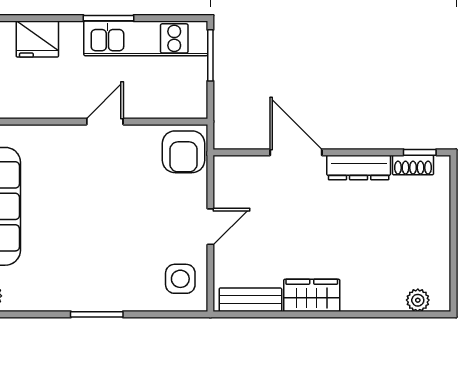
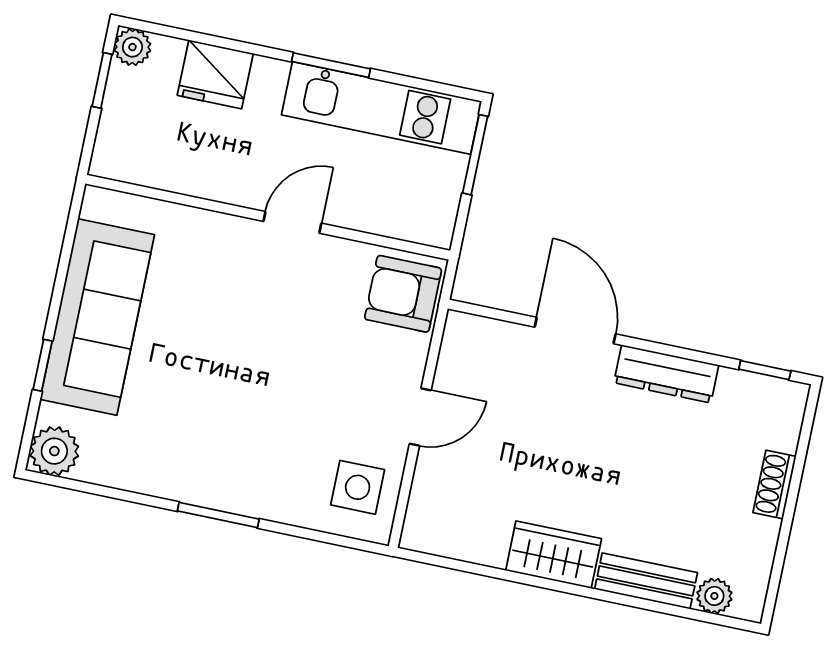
armchair: (183, 152) -> (403, 294), turned 90
shoe rack: (413, 165) -> (774, 485), moved, turned 90
bench: (250, 300) -> (646, 581), moved

